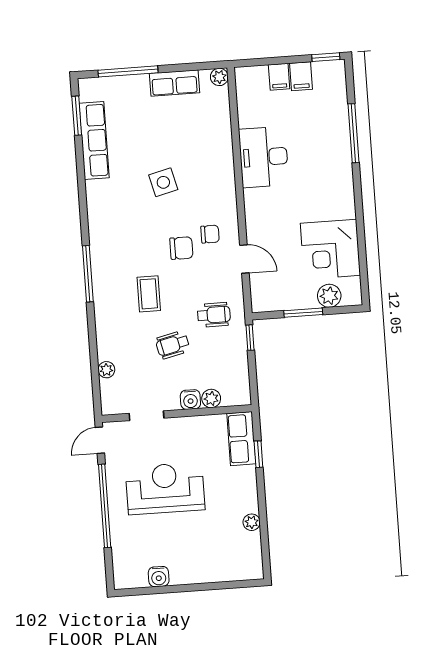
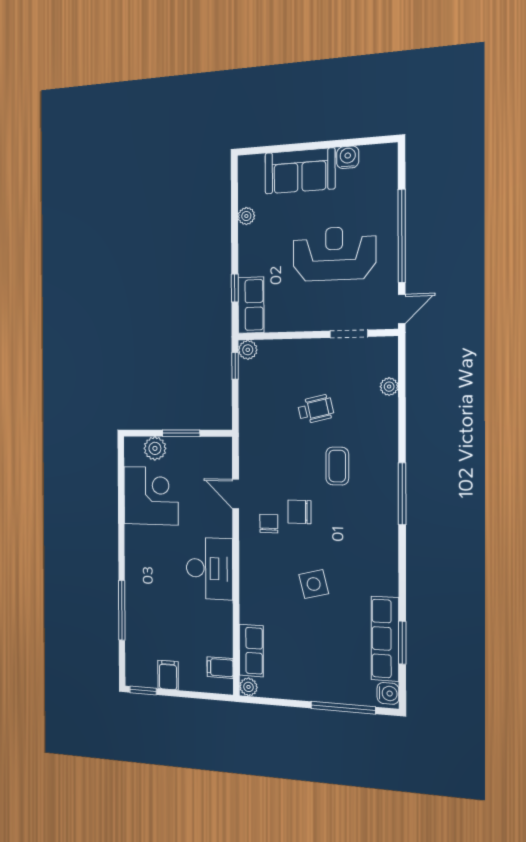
filing cabinet: (279, 77) -> (220, 668), moved, turned -90
row of seats: (174, 83) -> (251, 651), moved, turned 90
window: (77, 116) -> (402, 643), moved
desk: (264, 157) -> (209, 568), moved
chair: (210, 234) -> (269, 524), turned 90
wheelchair: (214, 315) -> (271, 438), removed
window: (250, 338) -> (235, 366), moved
plant: (211, 399) -> (248, 350), moved
water cooler: (190, 400) -> (388, 693), moved, turned 90
reception desk: (165, 488) -> (334, 254), turned 180
sofa: (203, 564) -> (300, 171), added

